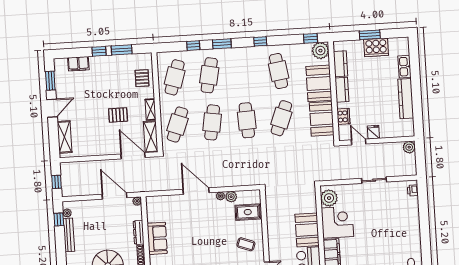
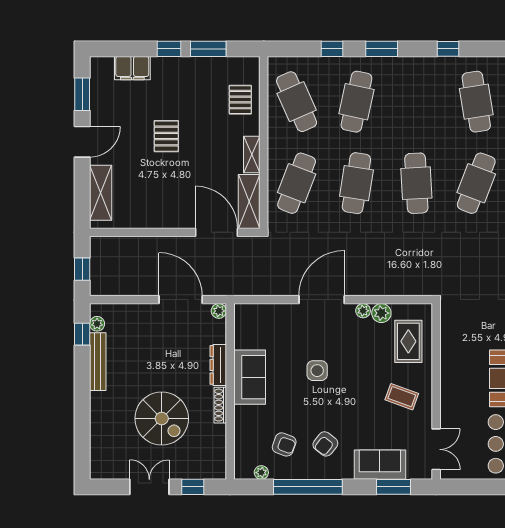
cafe table: (175, 77) -> (297, 102), turned -42
pallet: (118, 115) -> (166, 136), moved, turned 90
door: (196, 191) -> (322, 300), hinge flipped
rug: (248, 212) -> (408, 341), turned 90
side table: (196, 232) -> (317, 371), added

